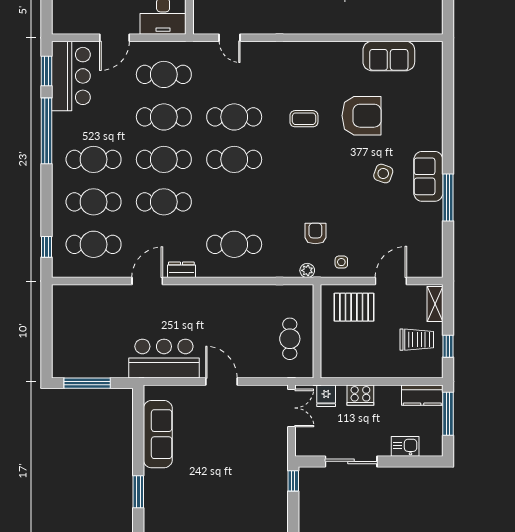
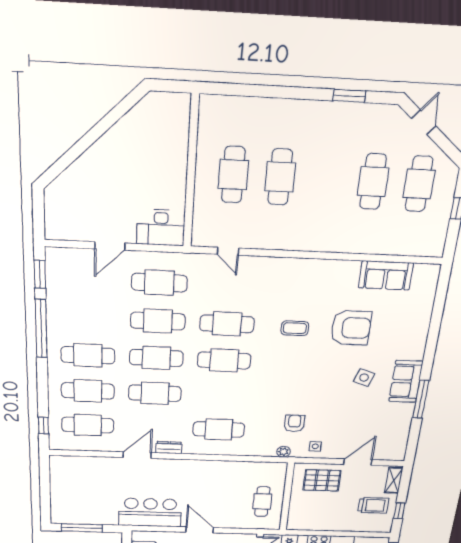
bar counter: (71, 76) -> (65, 280), removed

